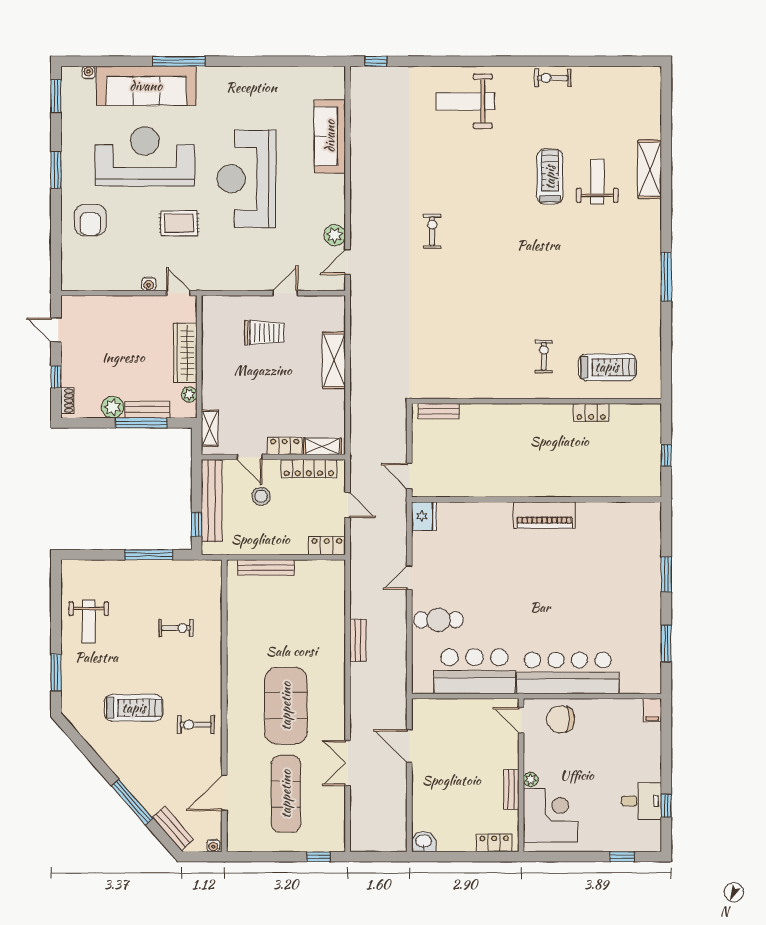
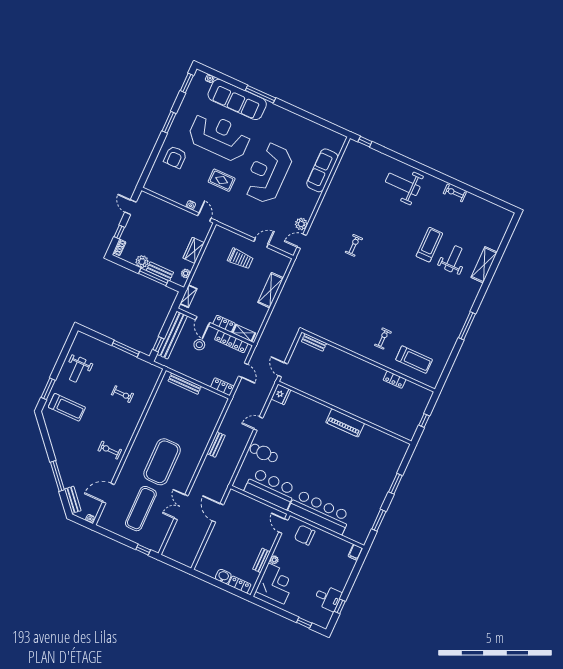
wardrobe: (185, 353) -> (194, 250), width x0.67
treadmill: (134, 708) -> (67, 407), moved
washbasin: (424, 842) -> (223, 576), moved

